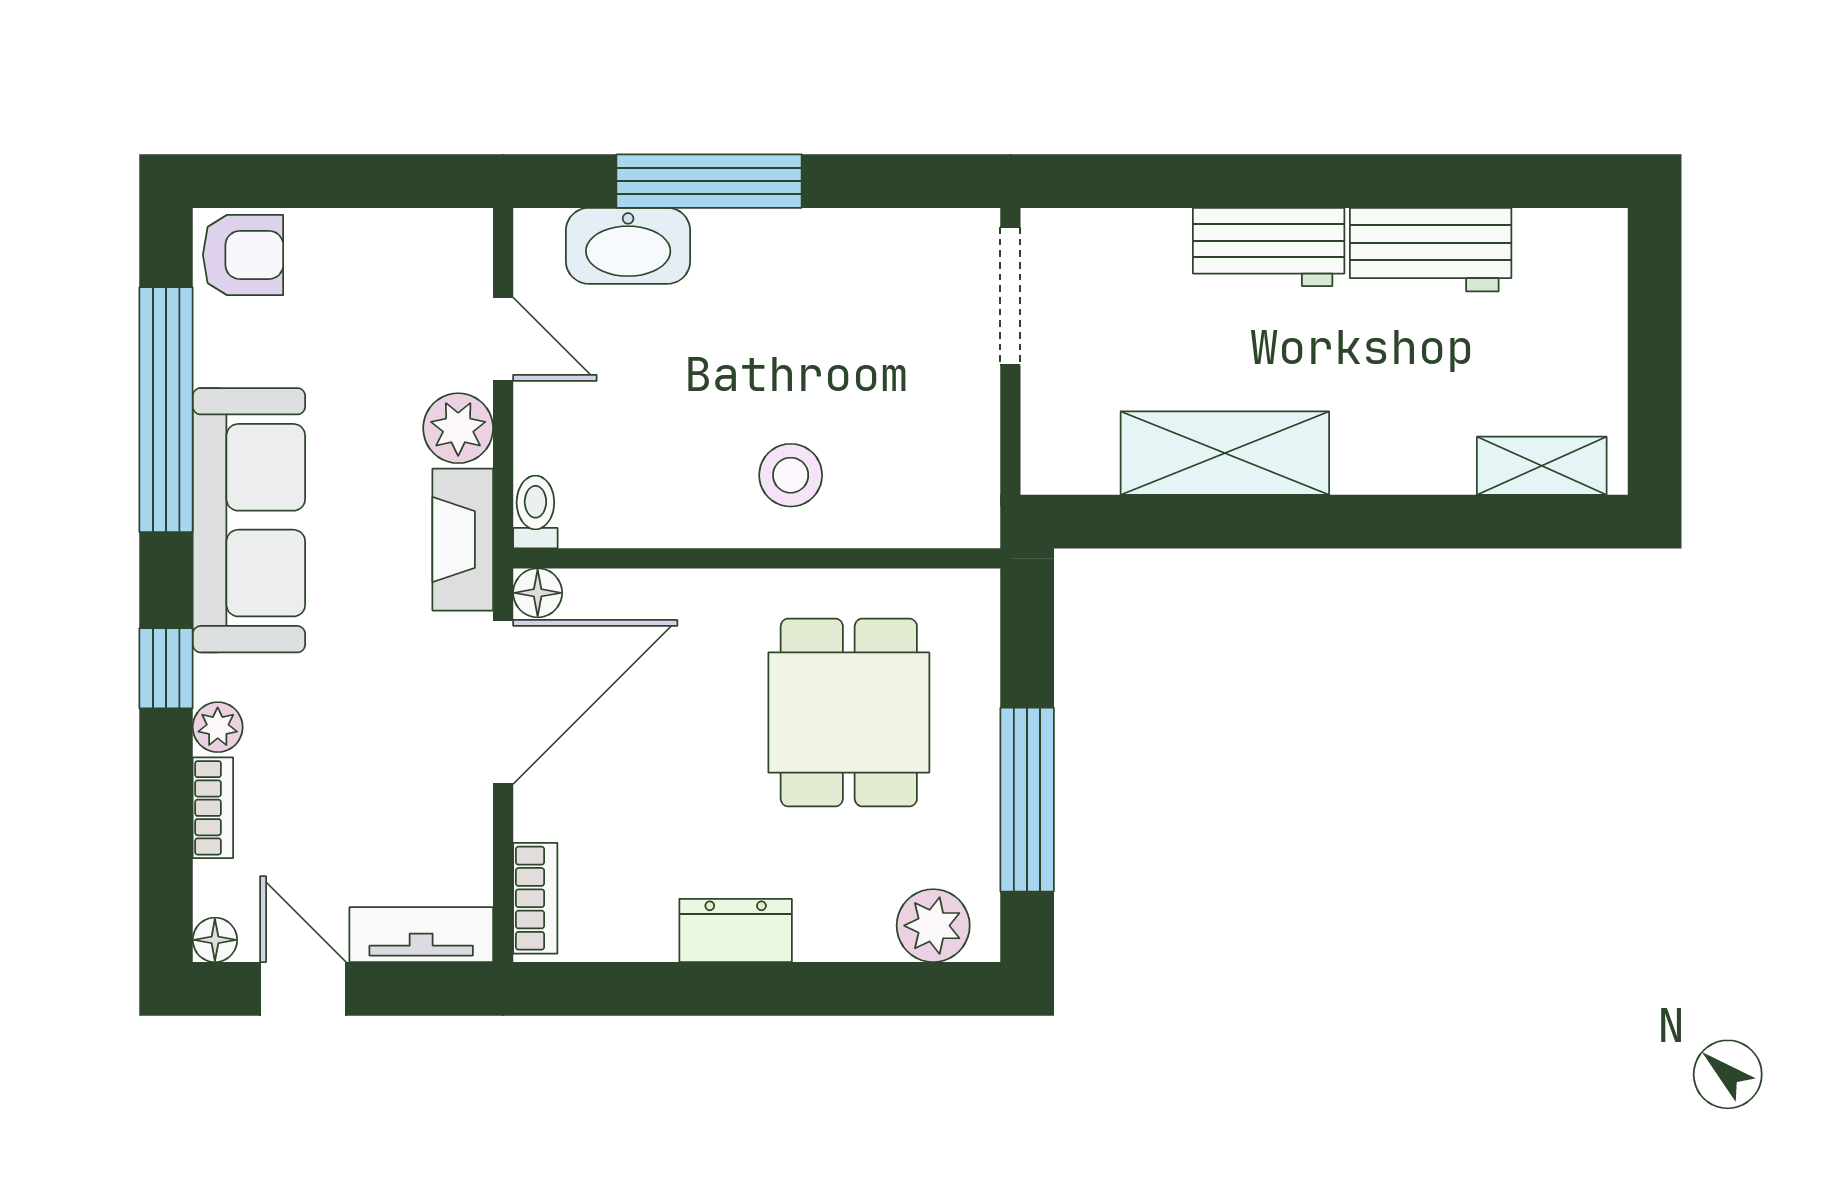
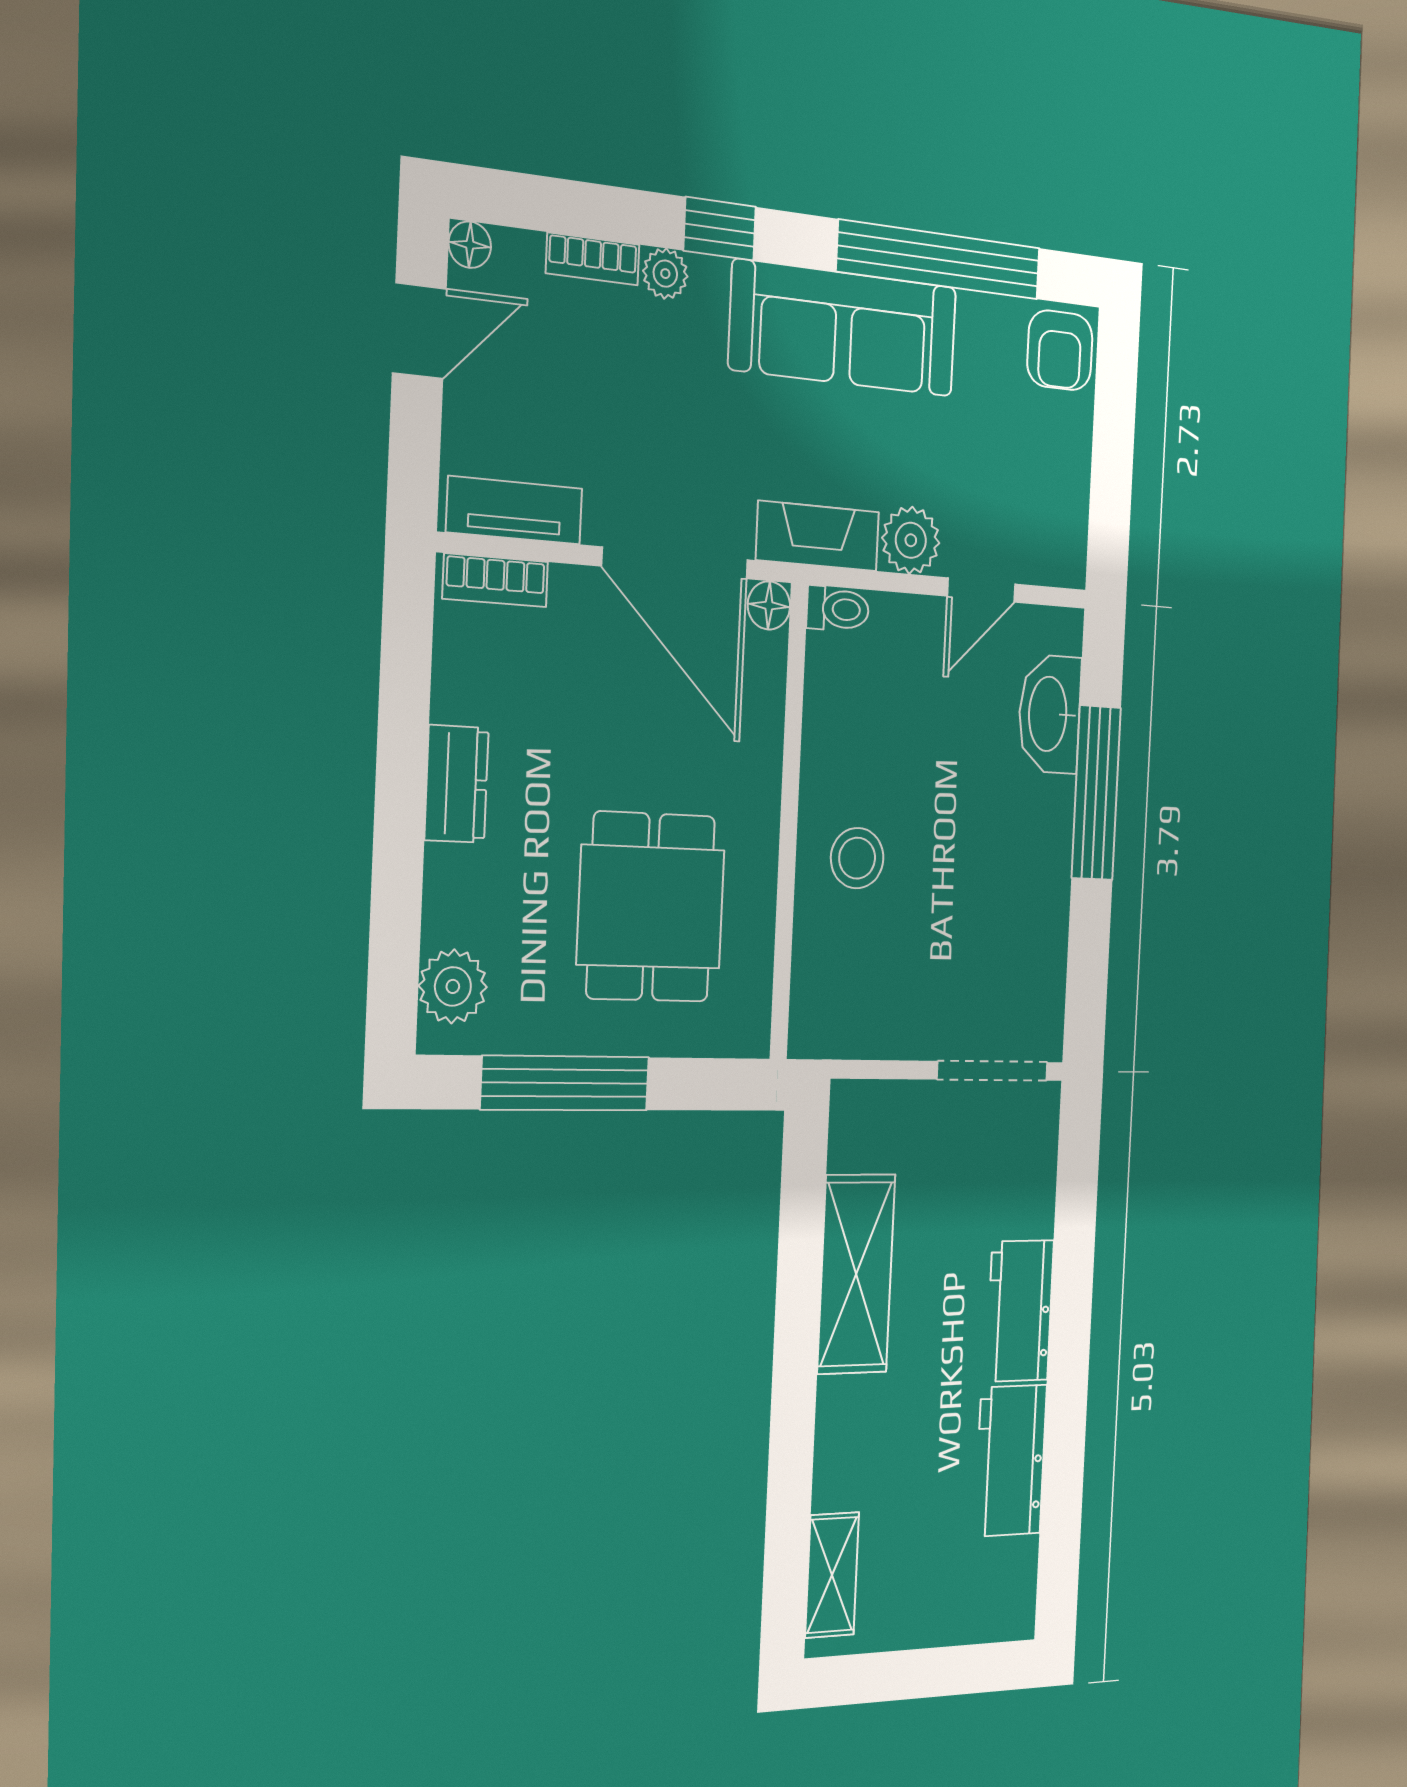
dining table: (849, 713) -> (651, 907), turned 90
tv unit: (421, 935) -> (514, 510), moved, turned -90

